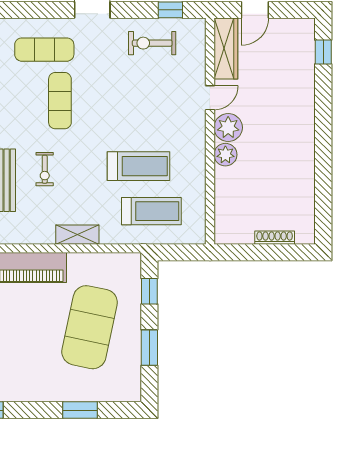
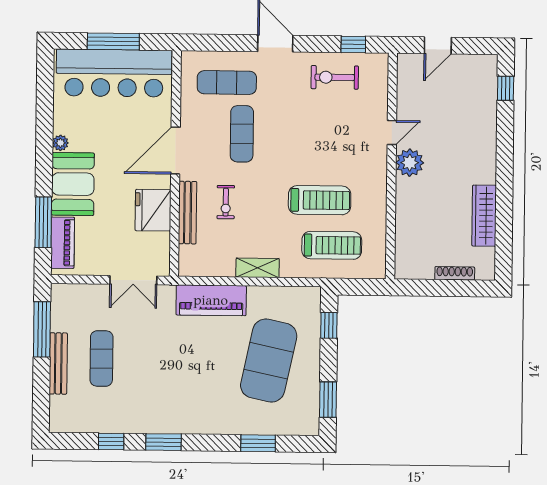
wardrobe: (226, 49) -> (484, 216), moved, turned 180
plant: (225, 155) -> (407, 190), removed
window: (149, 348) -> (328, 400), moved

